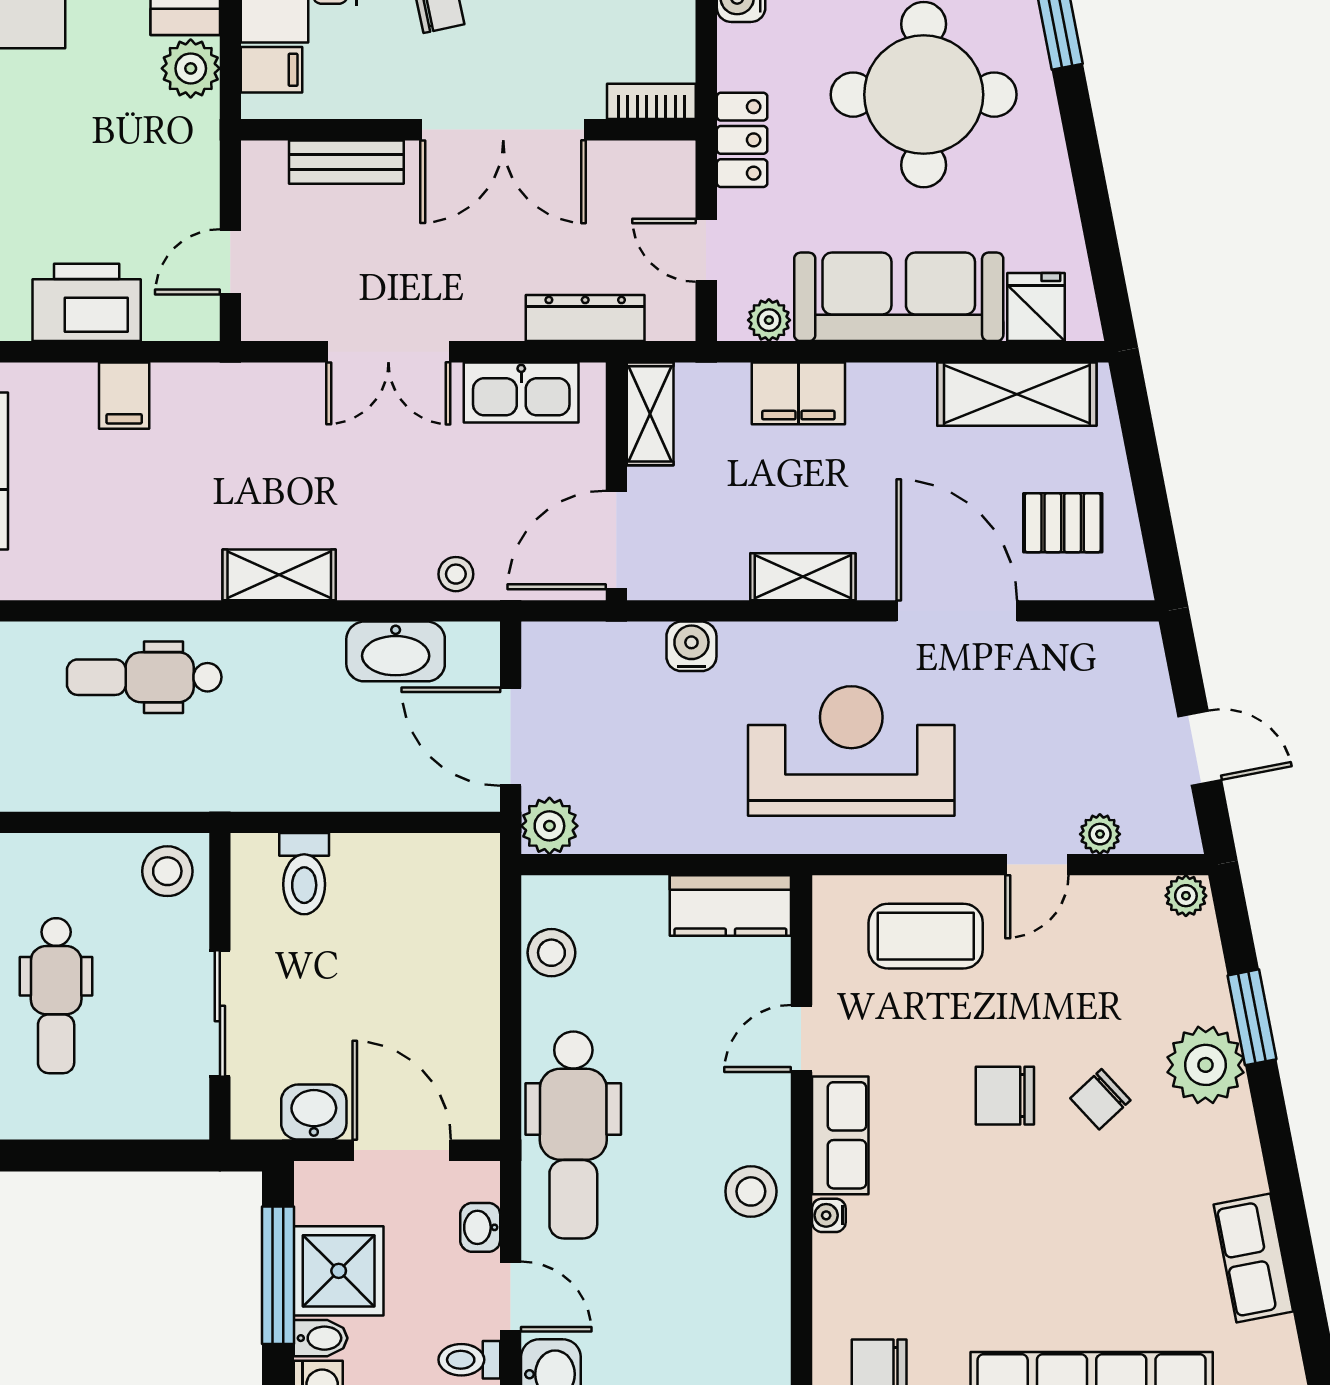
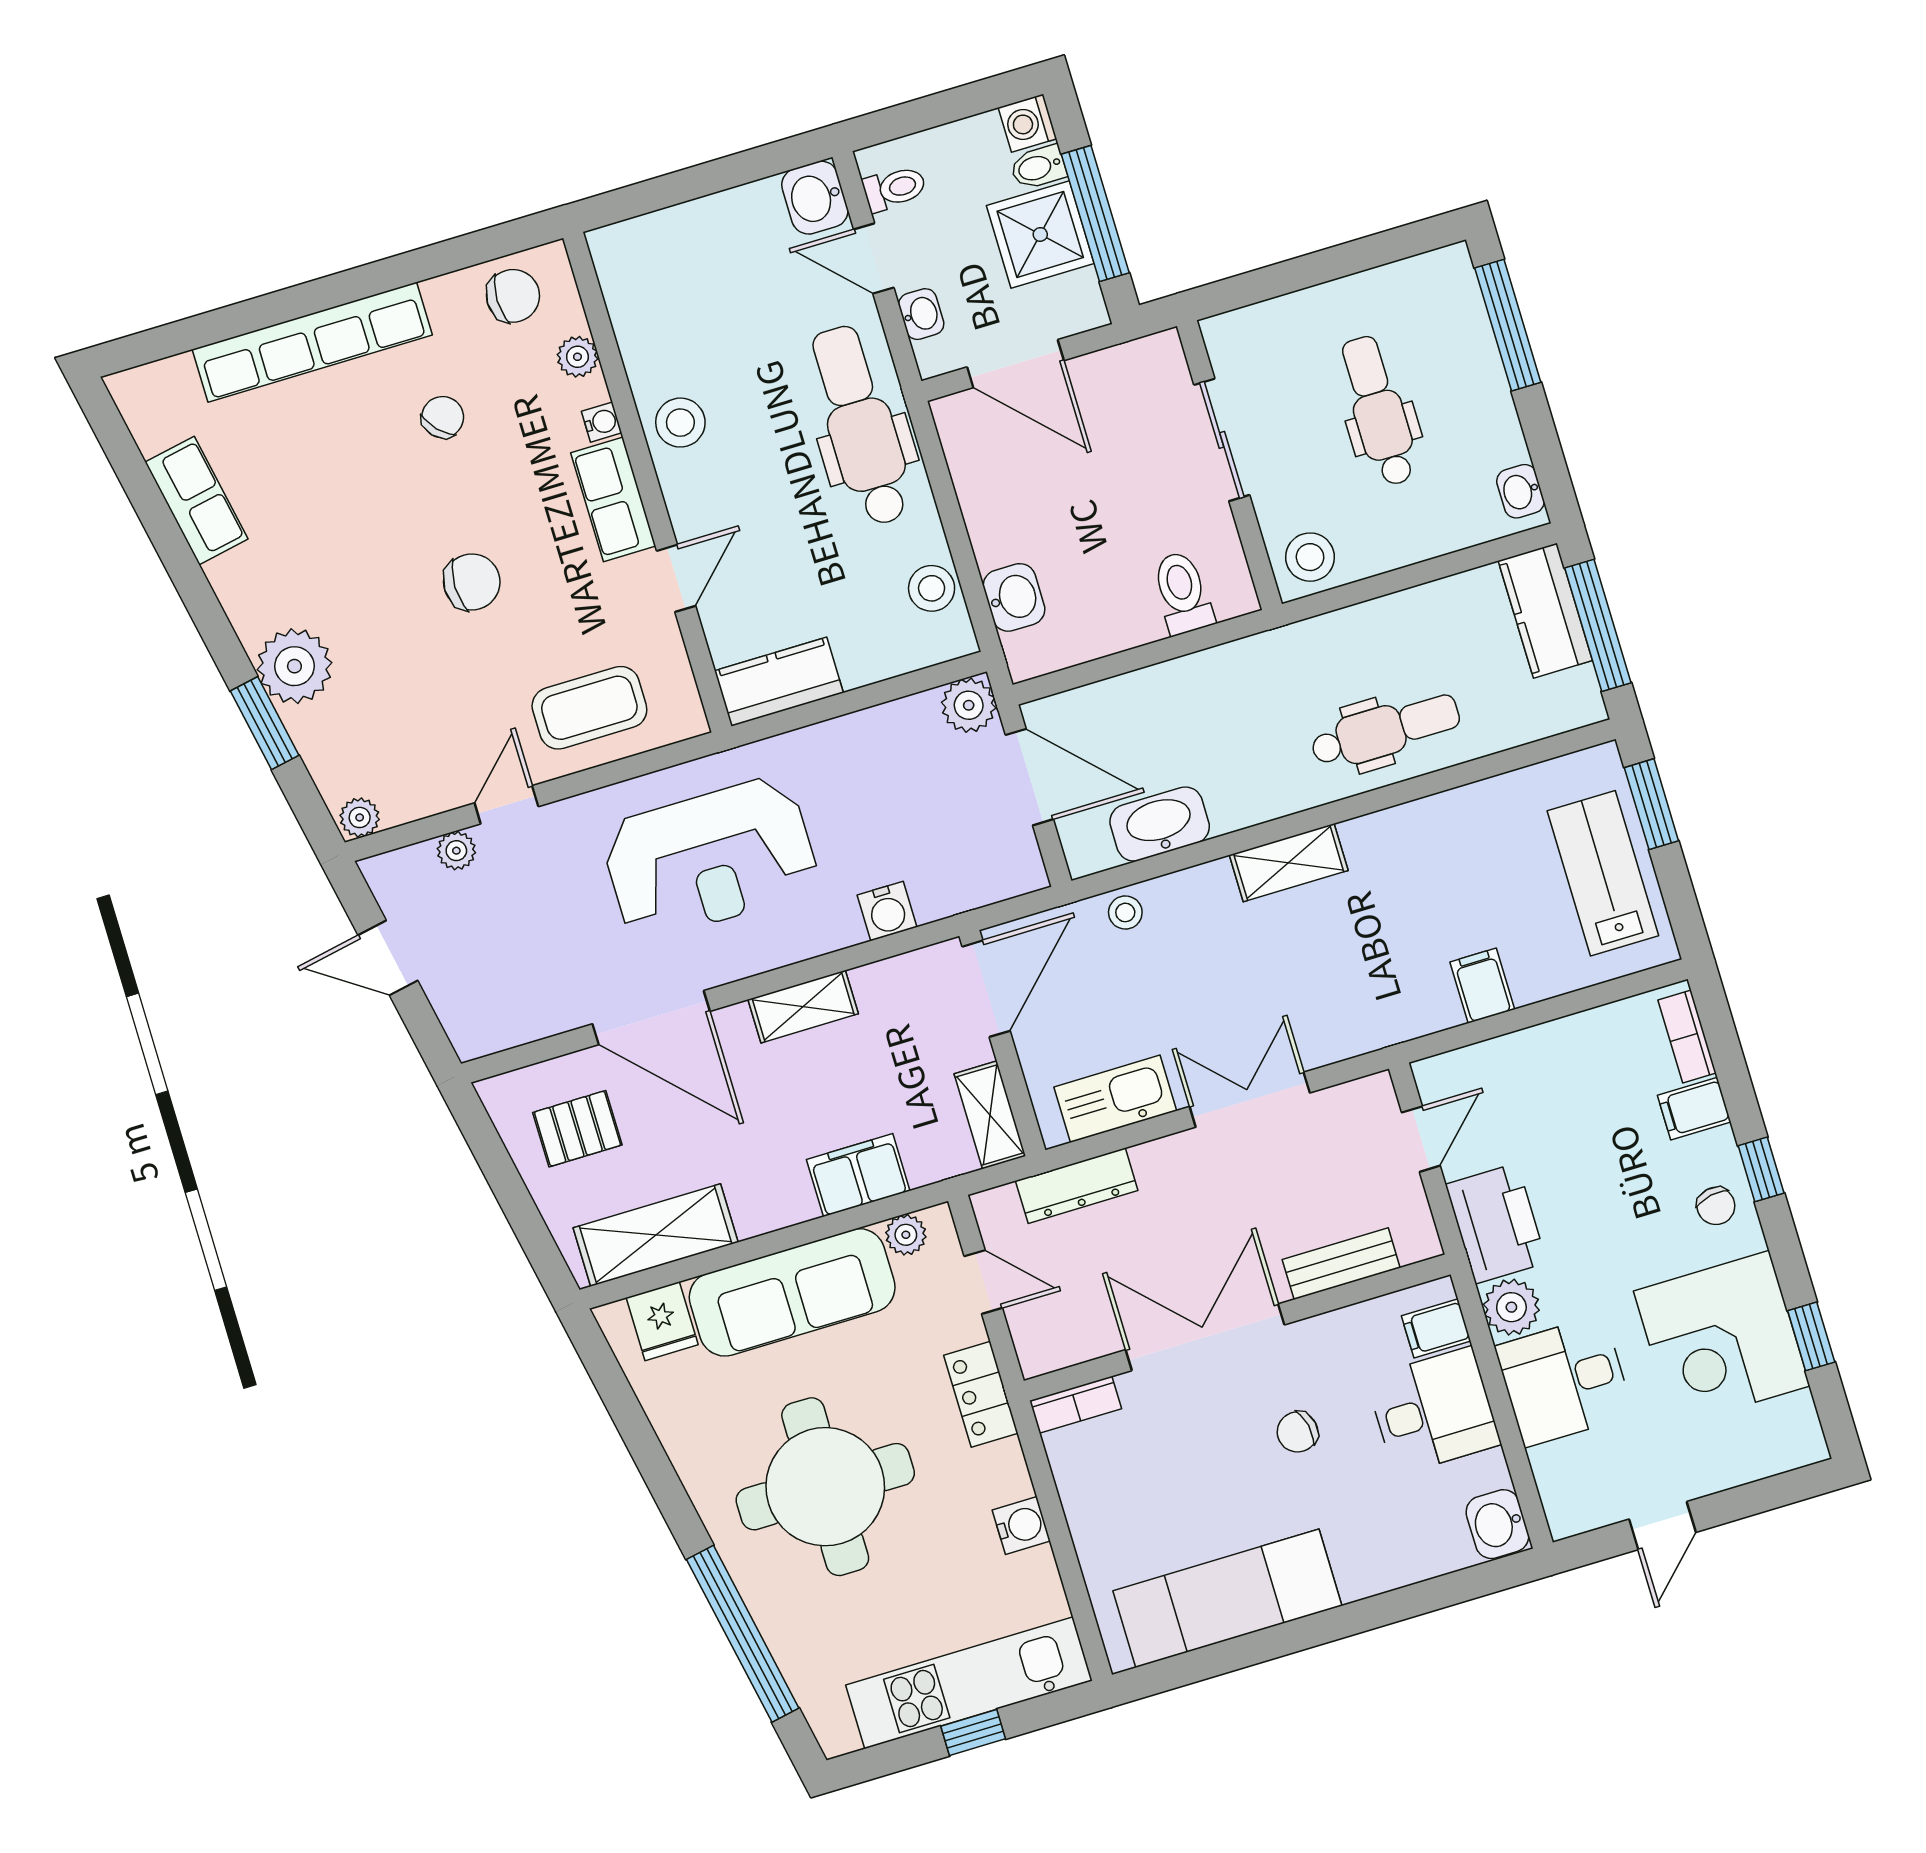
printer: (87, 302) -> (1496, 1223), moved, turned -90
chair: (1100, 1099) -> (443, 417), moved
washbasin: (314, 1112) -> (1014, 597), moved, turned -90
plant: (833, 1287) -> (577, 357), added

